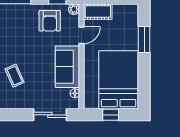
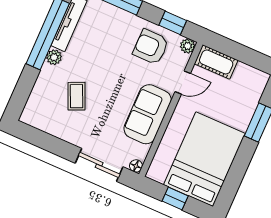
armchair: (50, 21) -> (151, 47), turned 90
floor lamp: (75, 93) -> (136, 166), moved

